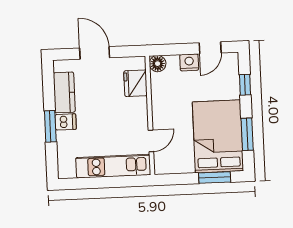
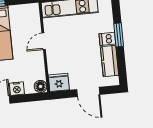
fridge: (136, 83) -> (59, 82), moved, turned -90
door: (151, 141) -> (44, 41), moved

